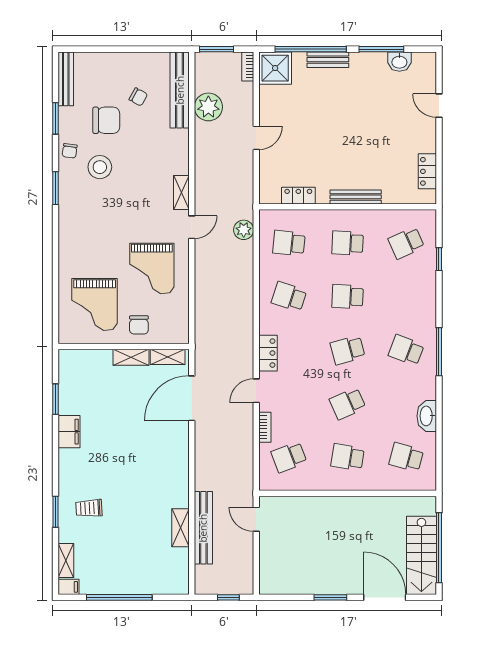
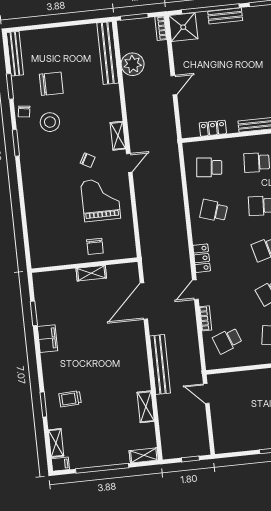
chair: (138, 97) -> (88, 160), moved
plant: (244, 230) -> (172, 161), removed
grand piano: (152, 269) -> (101, 200), turned 180
grand piano: (95, 305) -> (57, 234), removed
shelving: (168, 357) -> (144, 455), moved
bench: (203, 528) -> (160, 364), moved

